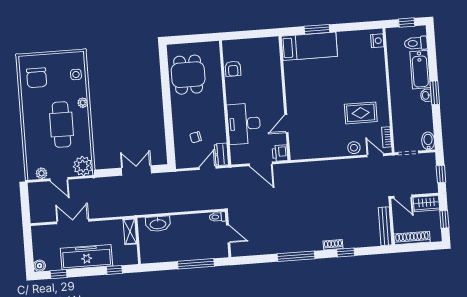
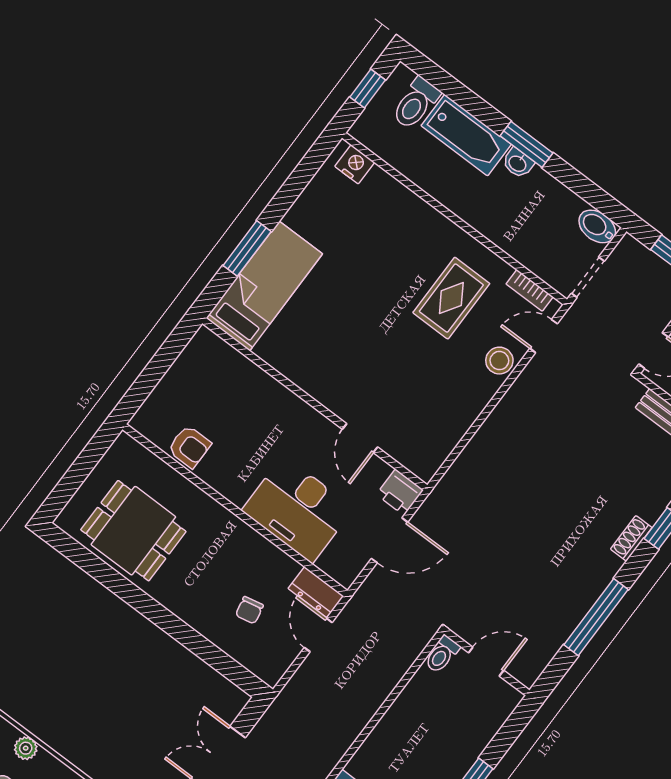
toilet: (218, 217) -> (442, 654), moved
door: (228, 234) -> (486, 662), moved
wall: (228, 234) -> (487, 662), moved

